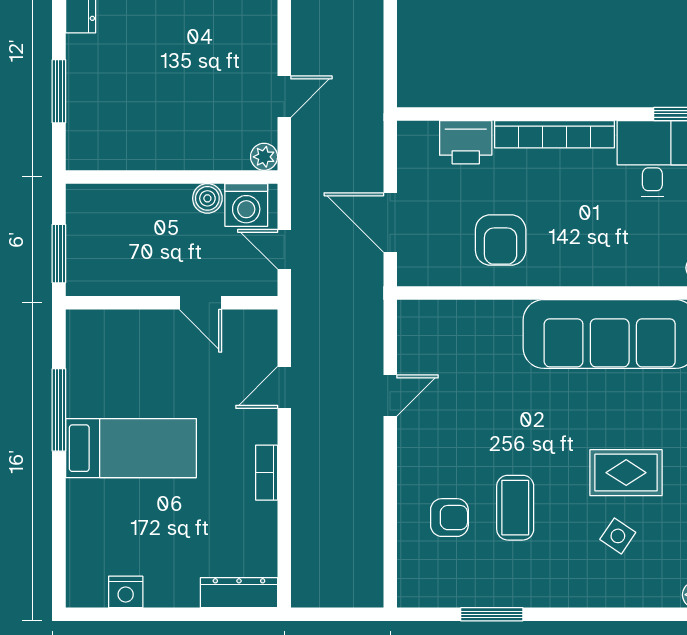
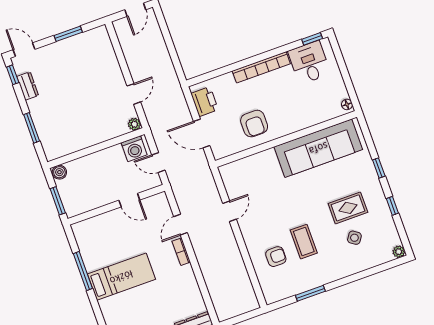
printer: (466, 142) -> (205, 102), moved, turned -90
boiler: (207, 198) -> (59, 172), moved
bookcase: (267, 473) -> (181, 252), moved

